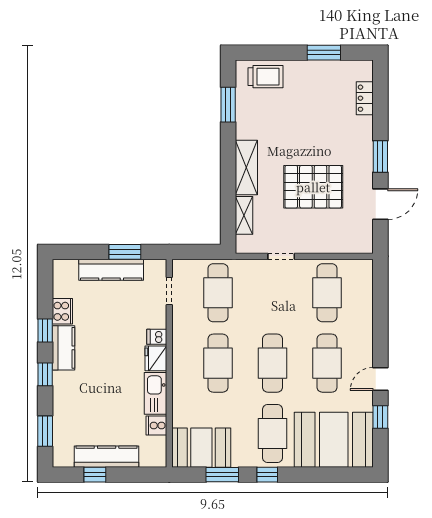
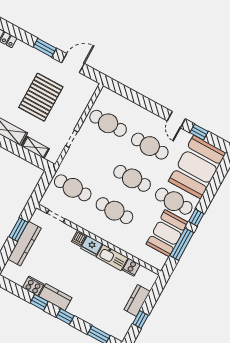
door: (380, 204) -> (73, 63), hinge flipped
booth: (201, 448) -> (167, 233), moved
kitchen counter: (107, 457) -> (137, 301), width x0.67
window: (222, 475) -> (182, 244), width x1.44

